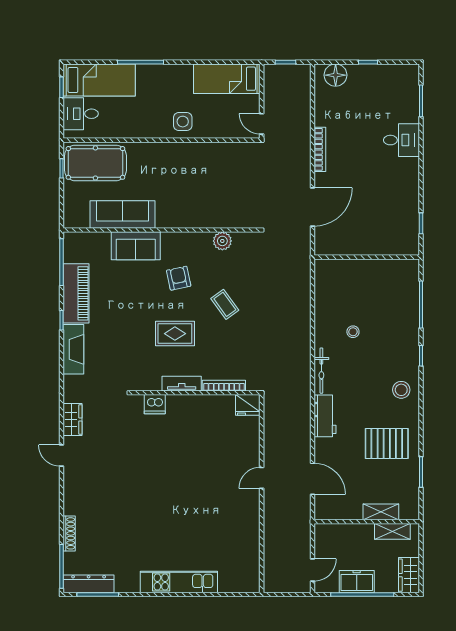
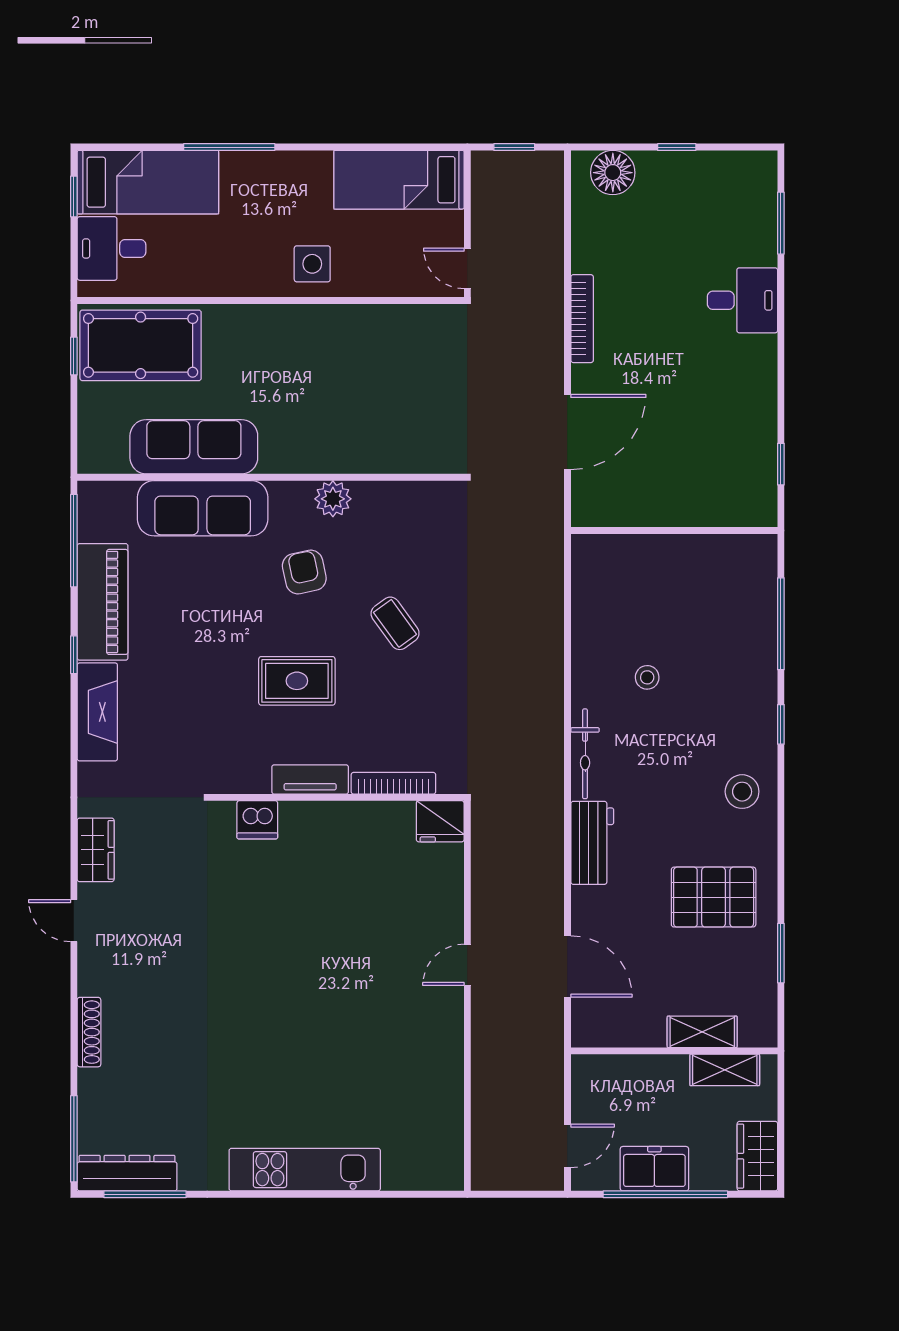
plant: (222, 241) -> (333, 499), moved
sofa: (136, 246) -> (203, 508), width x1.36
shoe rack: (69, 533) -> (89, 1032), moved

